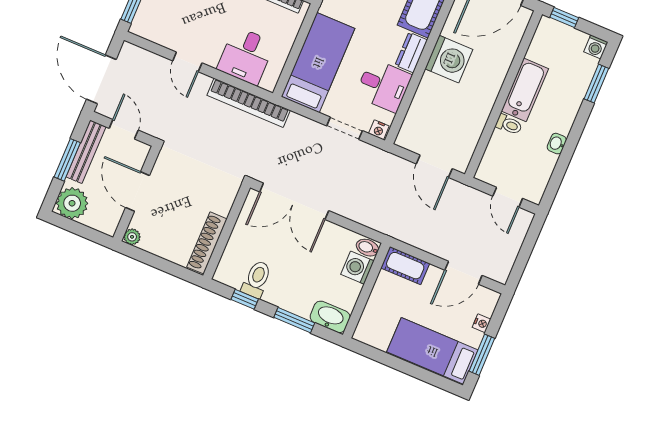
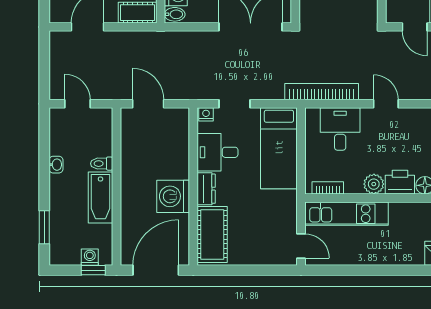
washing machine: (596, 47) -> (90, 257), moved

